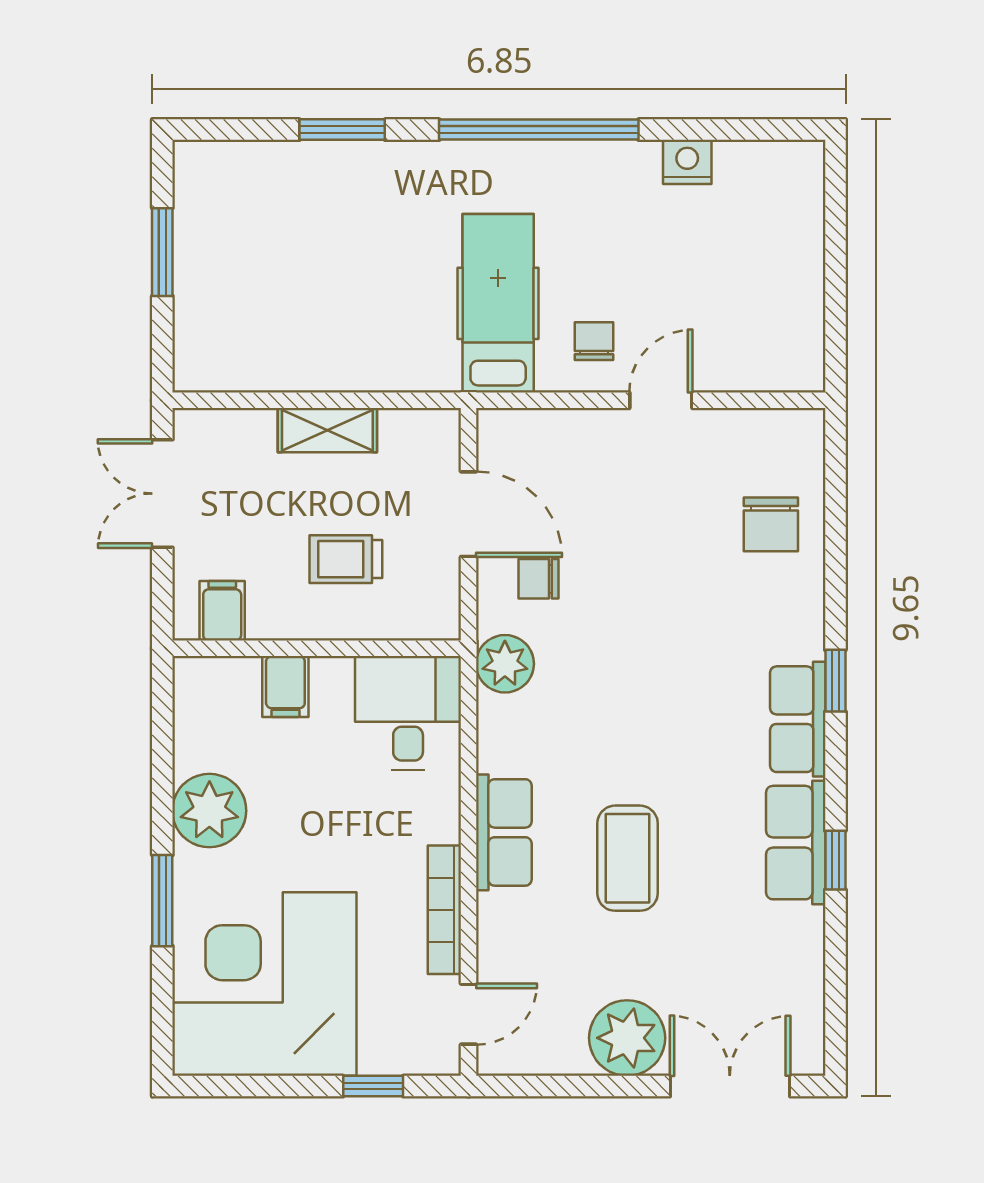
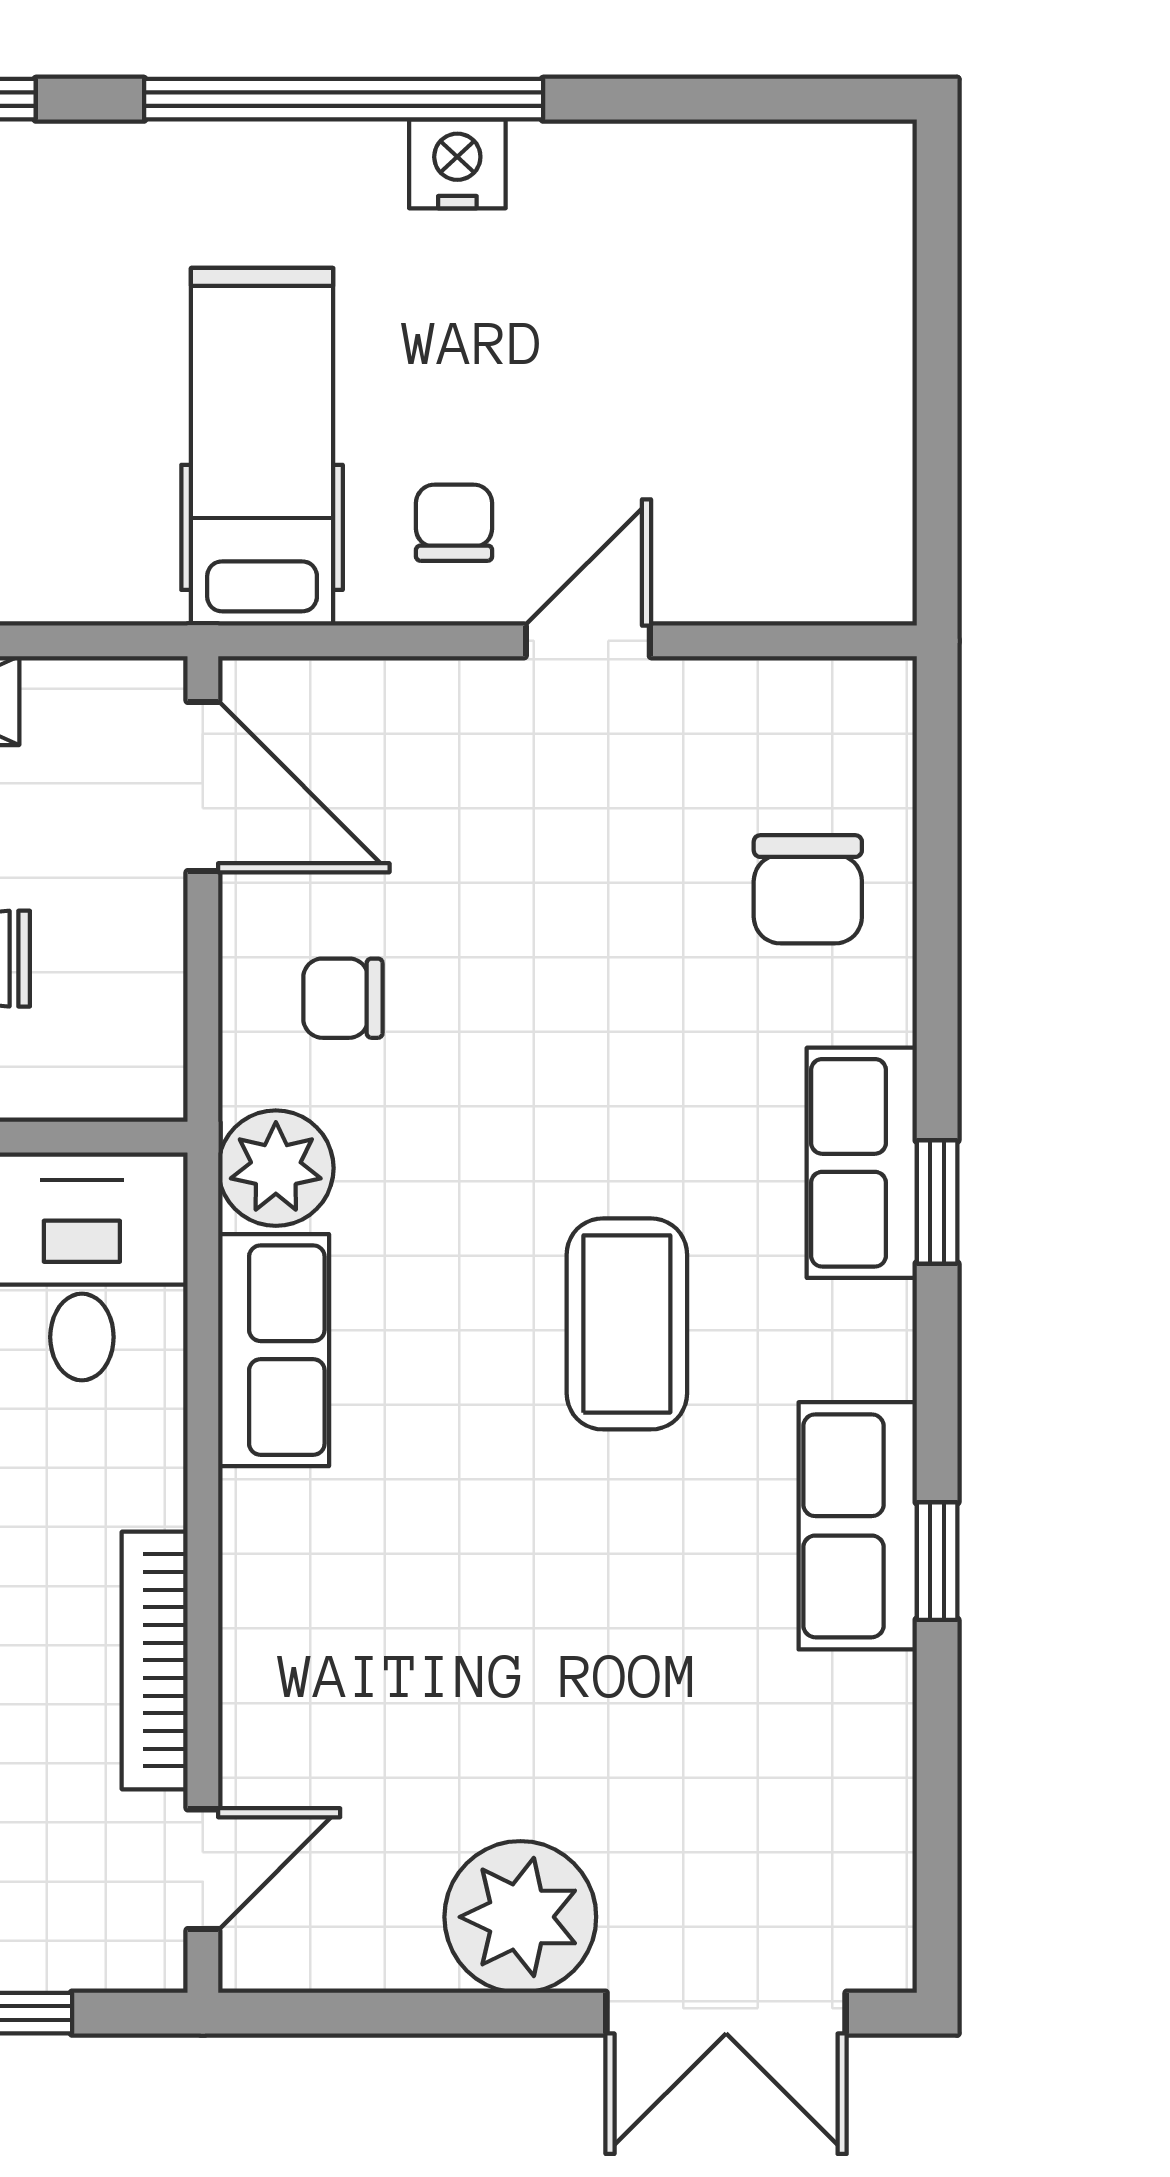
nightstand: (687, 162) -> (457, 164), moved
door: (468, 514) -> (203, 786), moved
row of seats: (798, 719) -> (862, 1163), moved
row of seats: (504, 832) -> (274, 1350), moved
coffee table: (628, 858) -> (627, 1324), moved
double door: (730, 1086) -> (726, 2013), swing flipped

